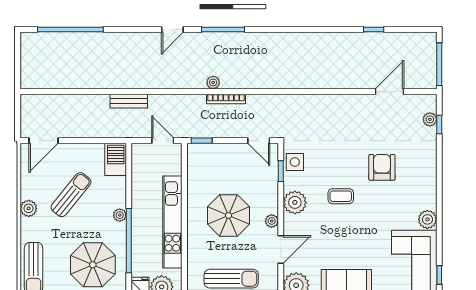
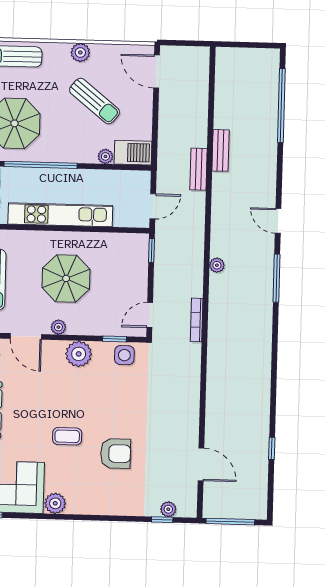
bench: (112, 82) -> (221, 150), added
bookcase: (226, 99) -> (197, 320), moved
coffee table: (341, 196) -> (67, 436), moved, turned 90
plant: (120, 215) -> (105, 156), moved

